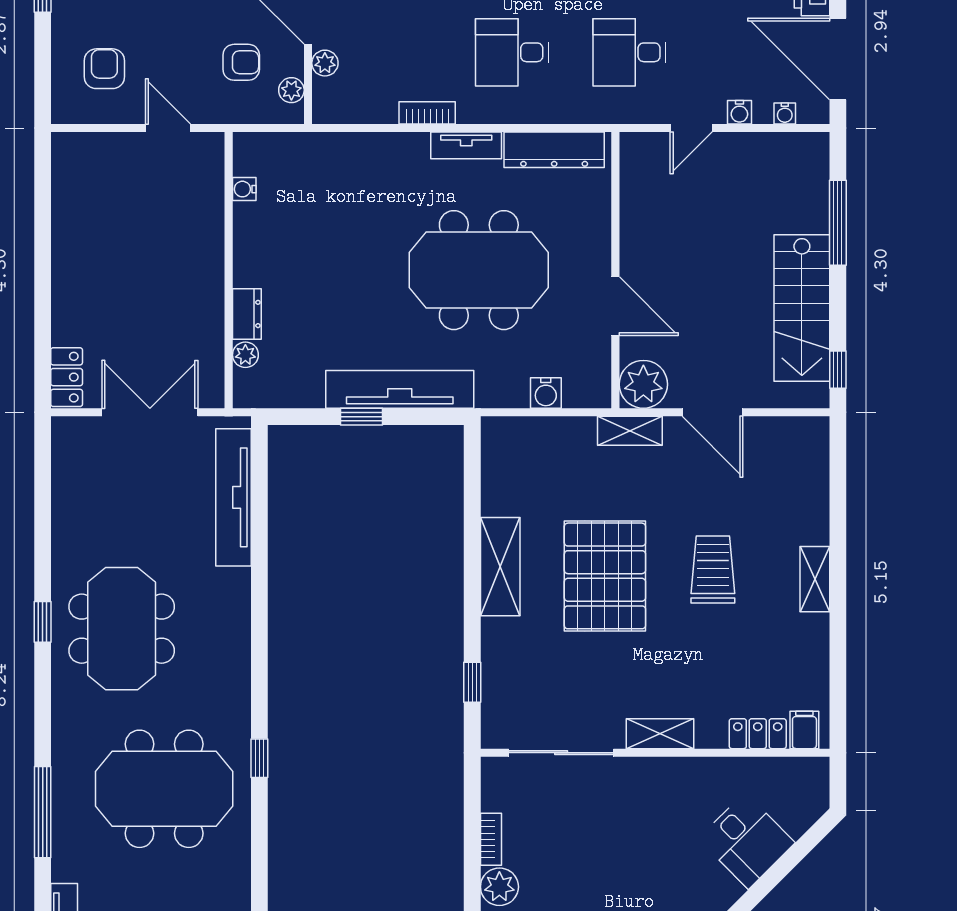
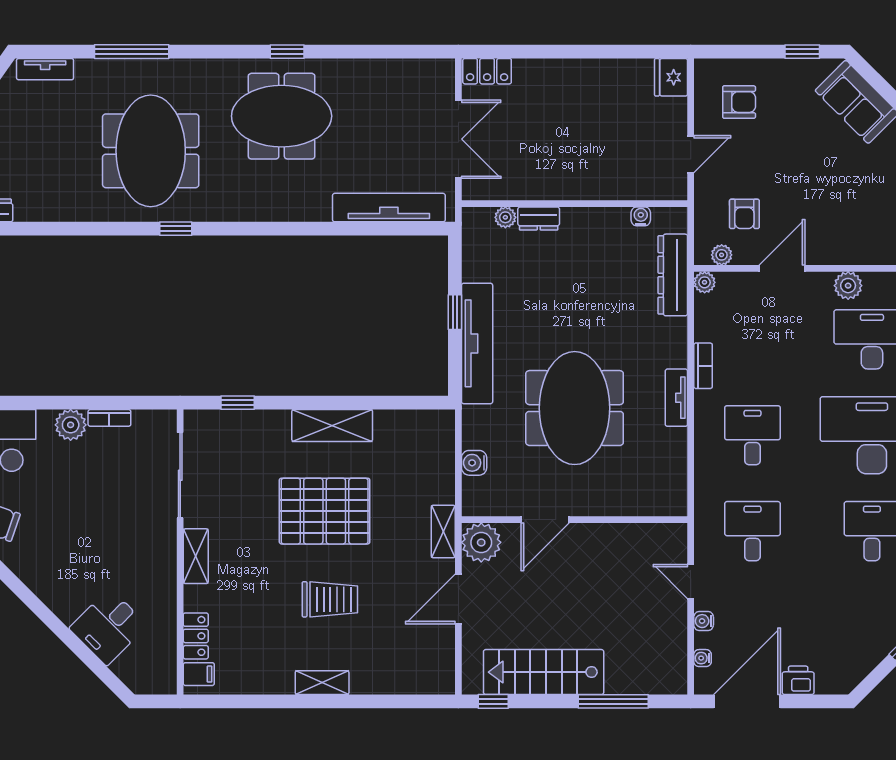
plant: (325, 63) -> (705, 282), moved
dresser: (554, 150) -> (673, 275), moved
fridge: (74, 152) -> (671, 77), added

